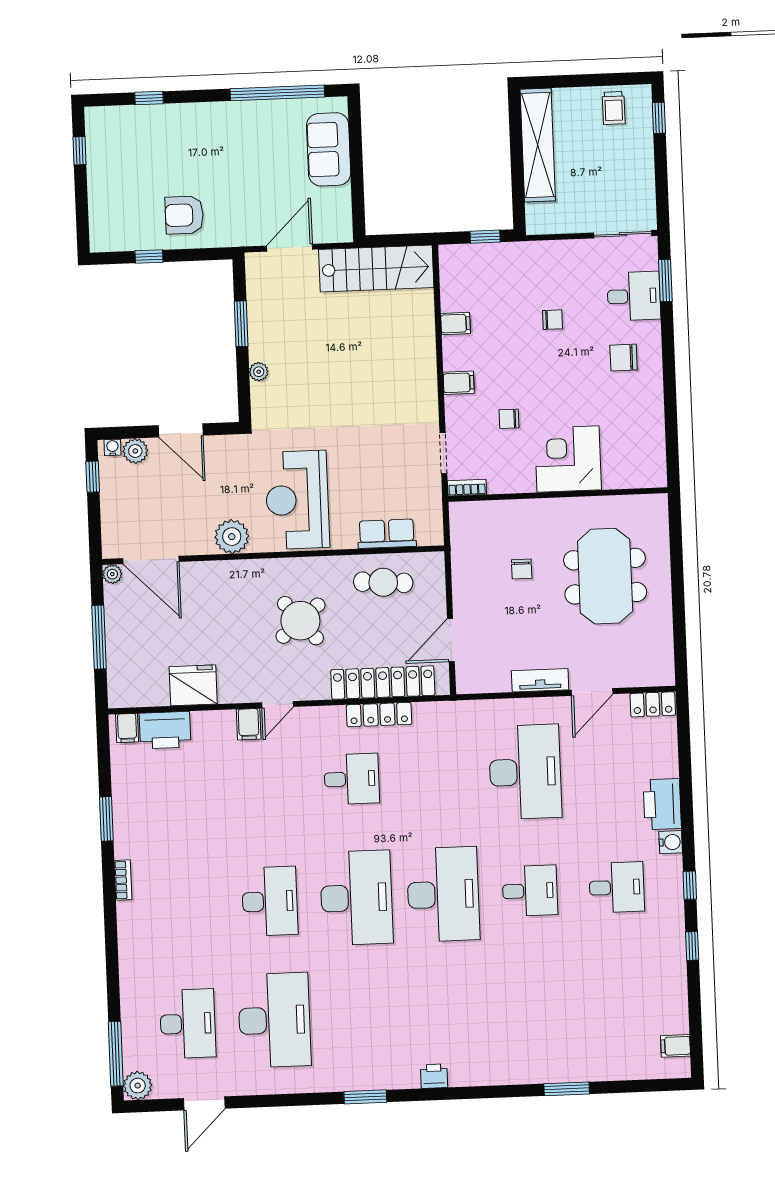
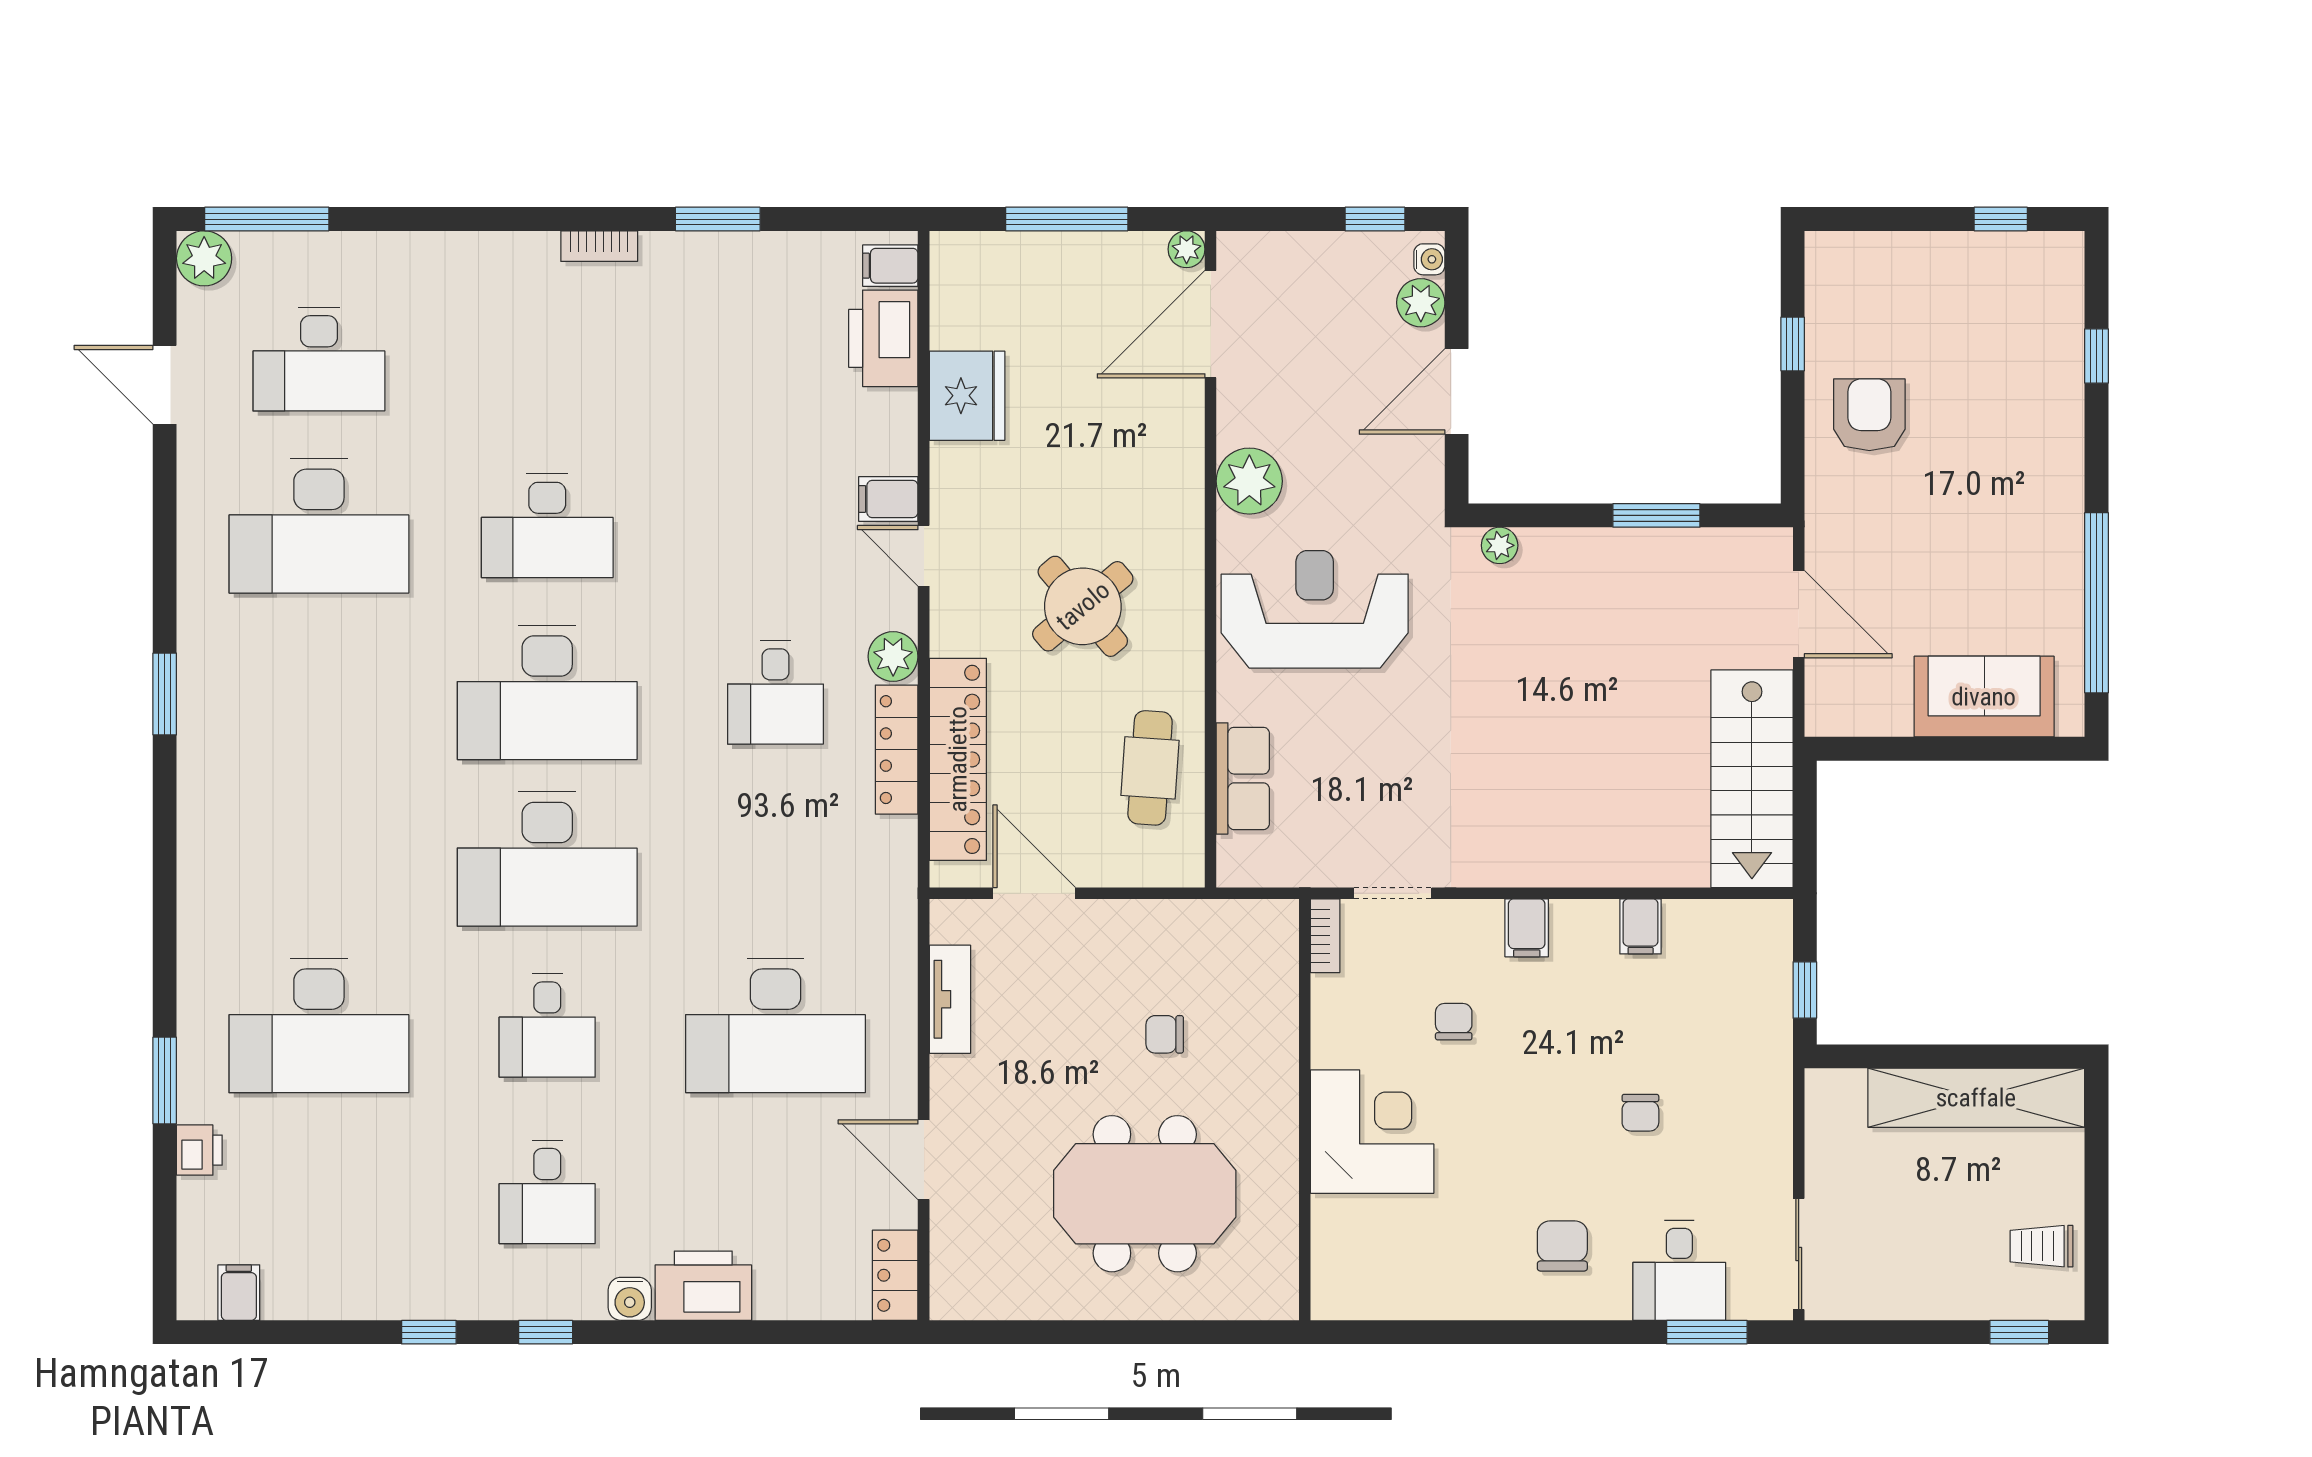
plant: (259, 372) -> (1500, 545), moved
tv unit: (540, 680) -> (950, 999), moved
plant: (331, 718) -> (893, 656), added
desk: (535, 1010) -> (319, 1025), added
printer: (434, 1076) -> (199, 1150), moved

